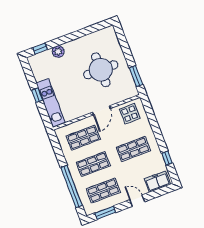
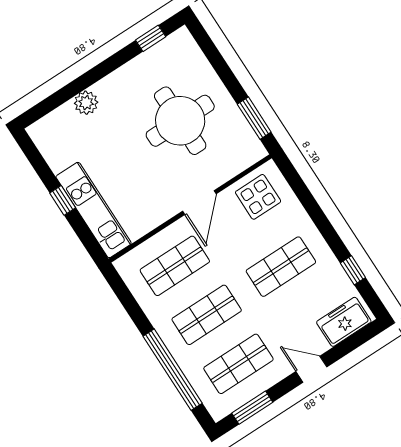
window: (40, 49) -> (151, 38), moved

